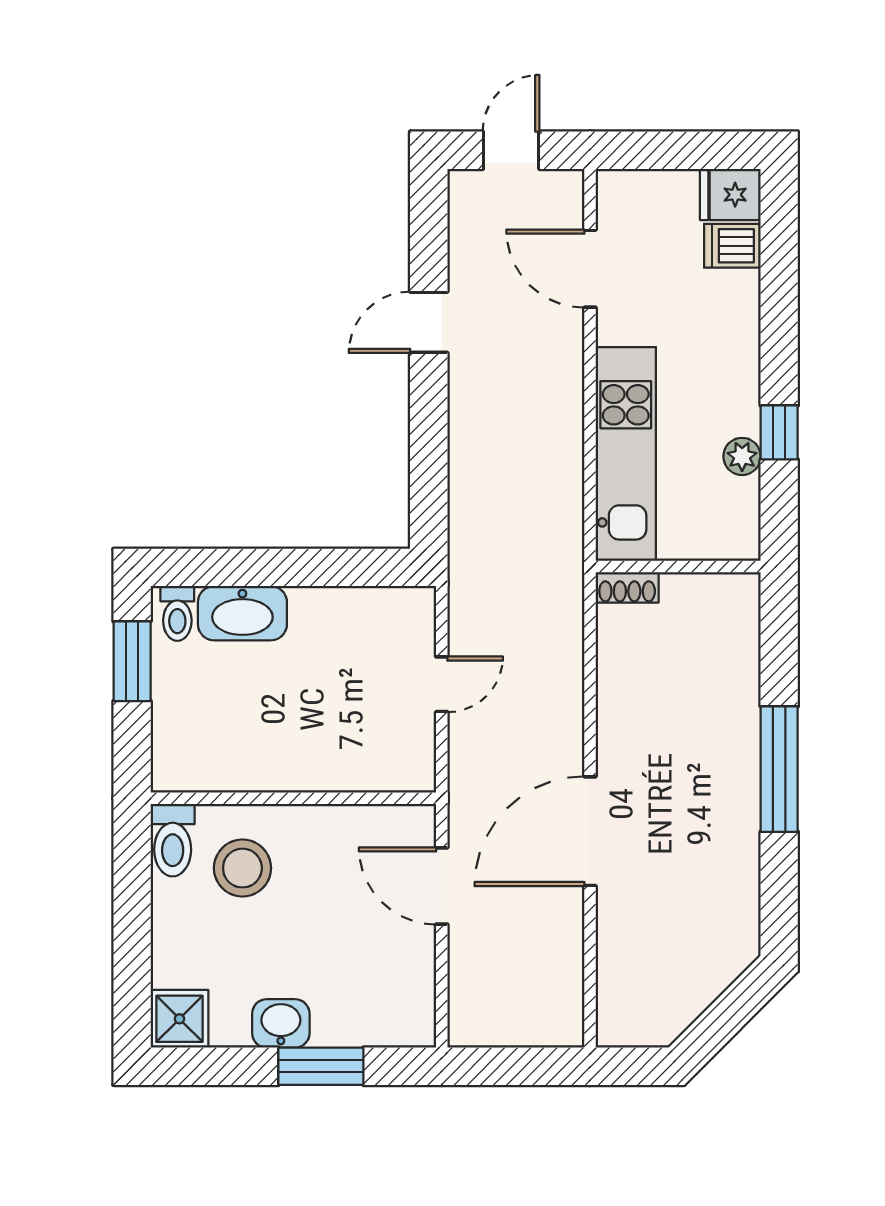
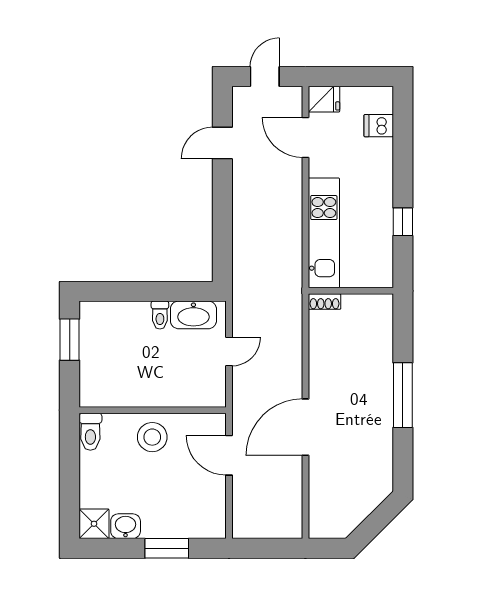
fridge: (730, 195) -> (324, 99), moved, turned 180
door: (429, 322) -> (222, 143), moved
plant: (742, 456) -> (384, 234), removed
toilet: (177, 613) -> (160, 315), moved
washbasin: (242, 613) -> (193, 315), moved
stool: (242, 868) -> (152, 437), moved
washbasin: (281, 1023) -> (126, 526), moved

